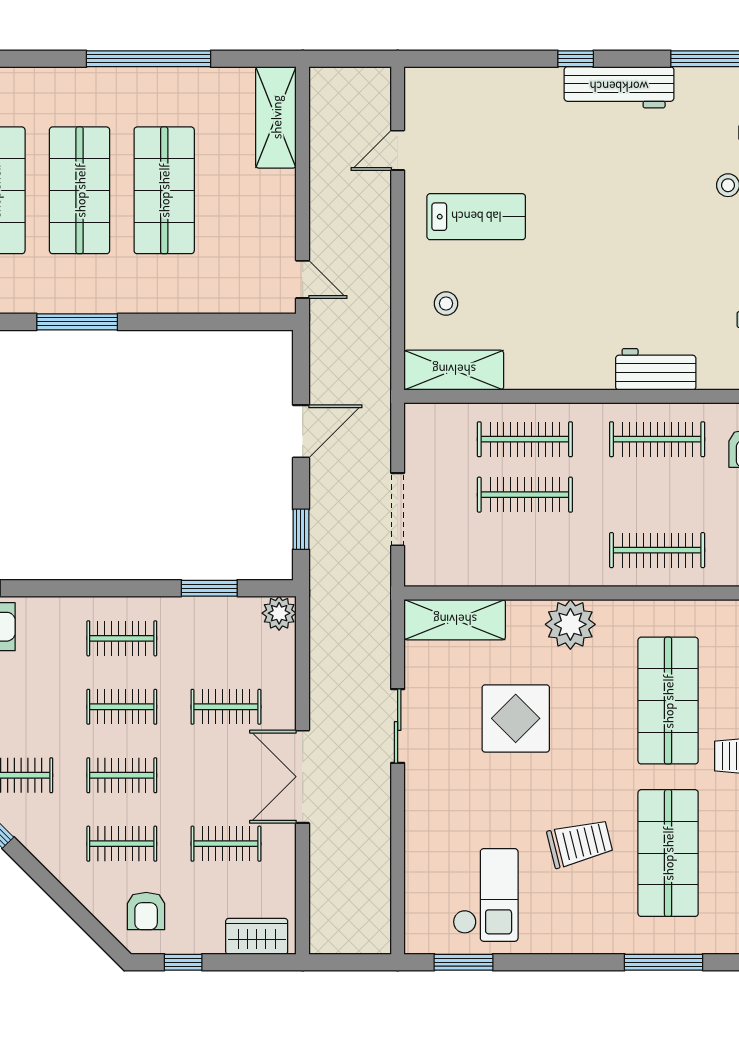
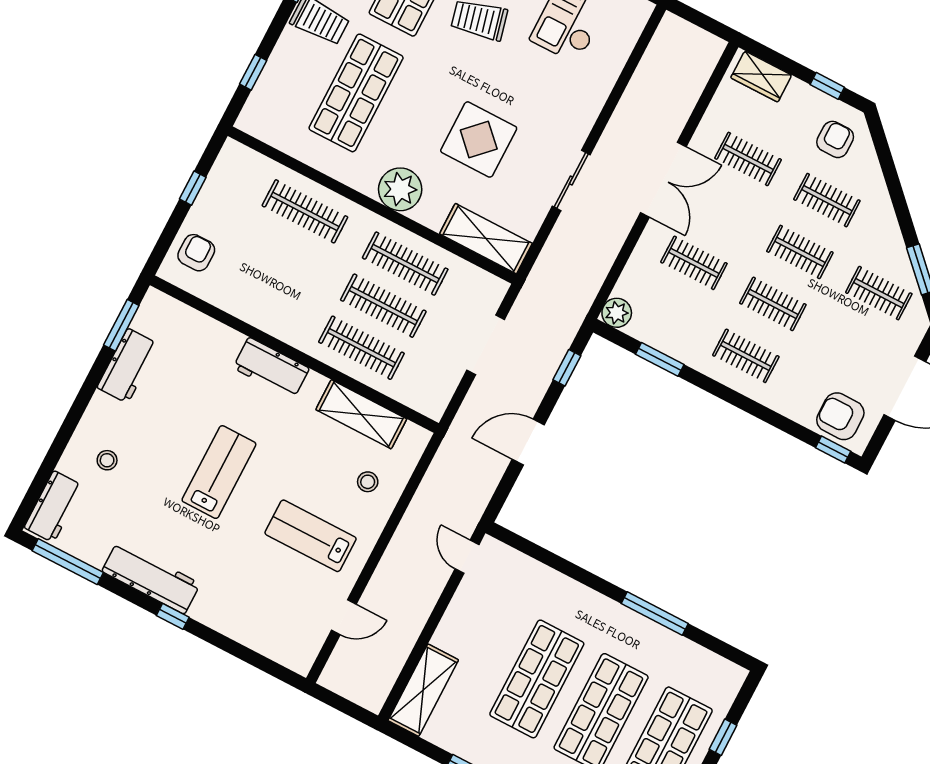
lab bench: (606, 233) -> (219, 472), added
workbench: (656, 369) -> (271, 368), moved
shelving: (454, 370) -> (361, 414), moved
clothes rail: (657, 439) -> (405, 264), moved

